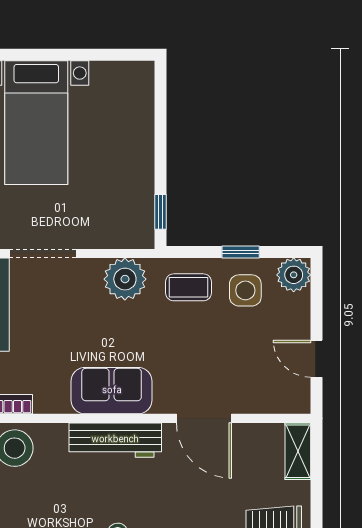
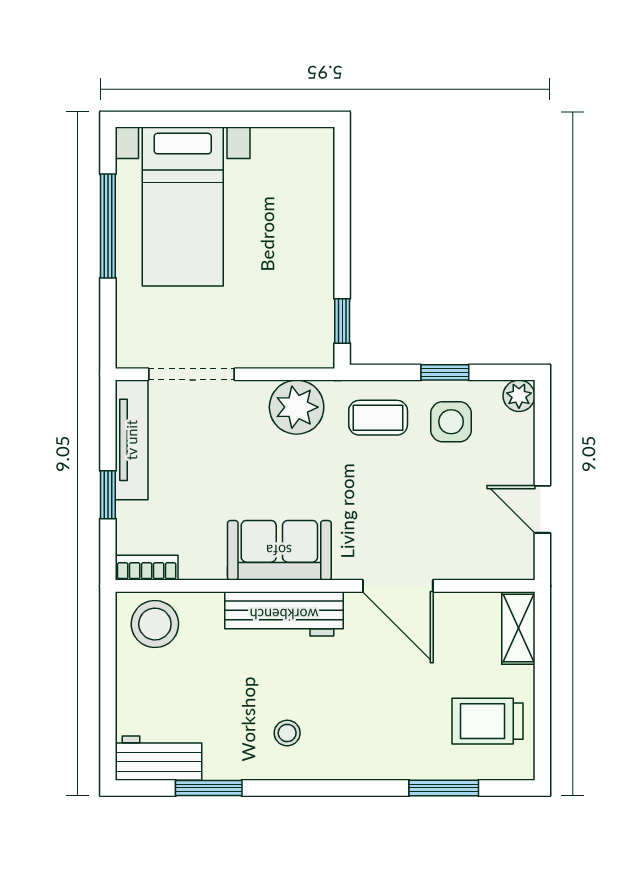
plant: (294, 275) -> (519, 396), width x0.73, depth x0.73

